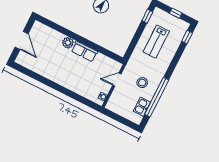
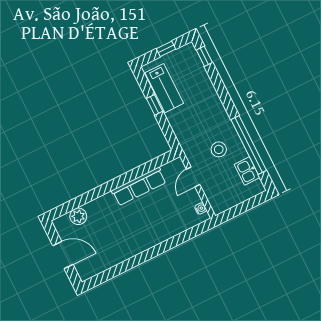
window: (147, 16) -> (155, 105), moved
lab bench: (156, 42) -> (164, 88), moved
plant: (68, 43) -> (78, 216), moved
row of seats: (84, 51) -> (139, 186), width x1.48

